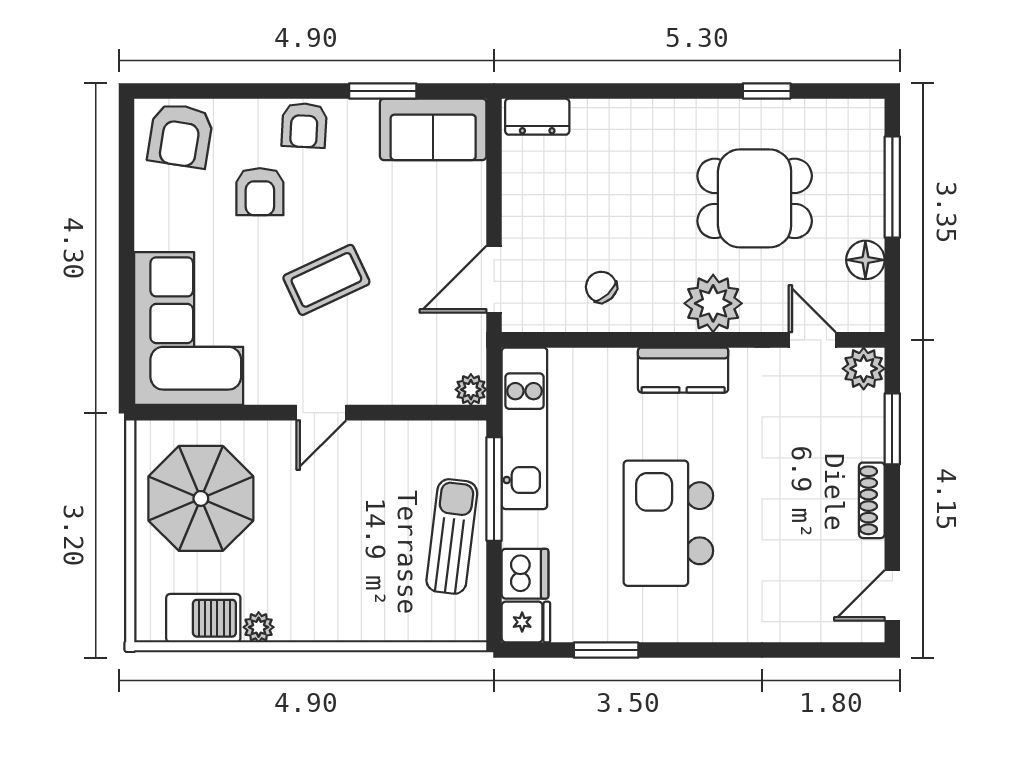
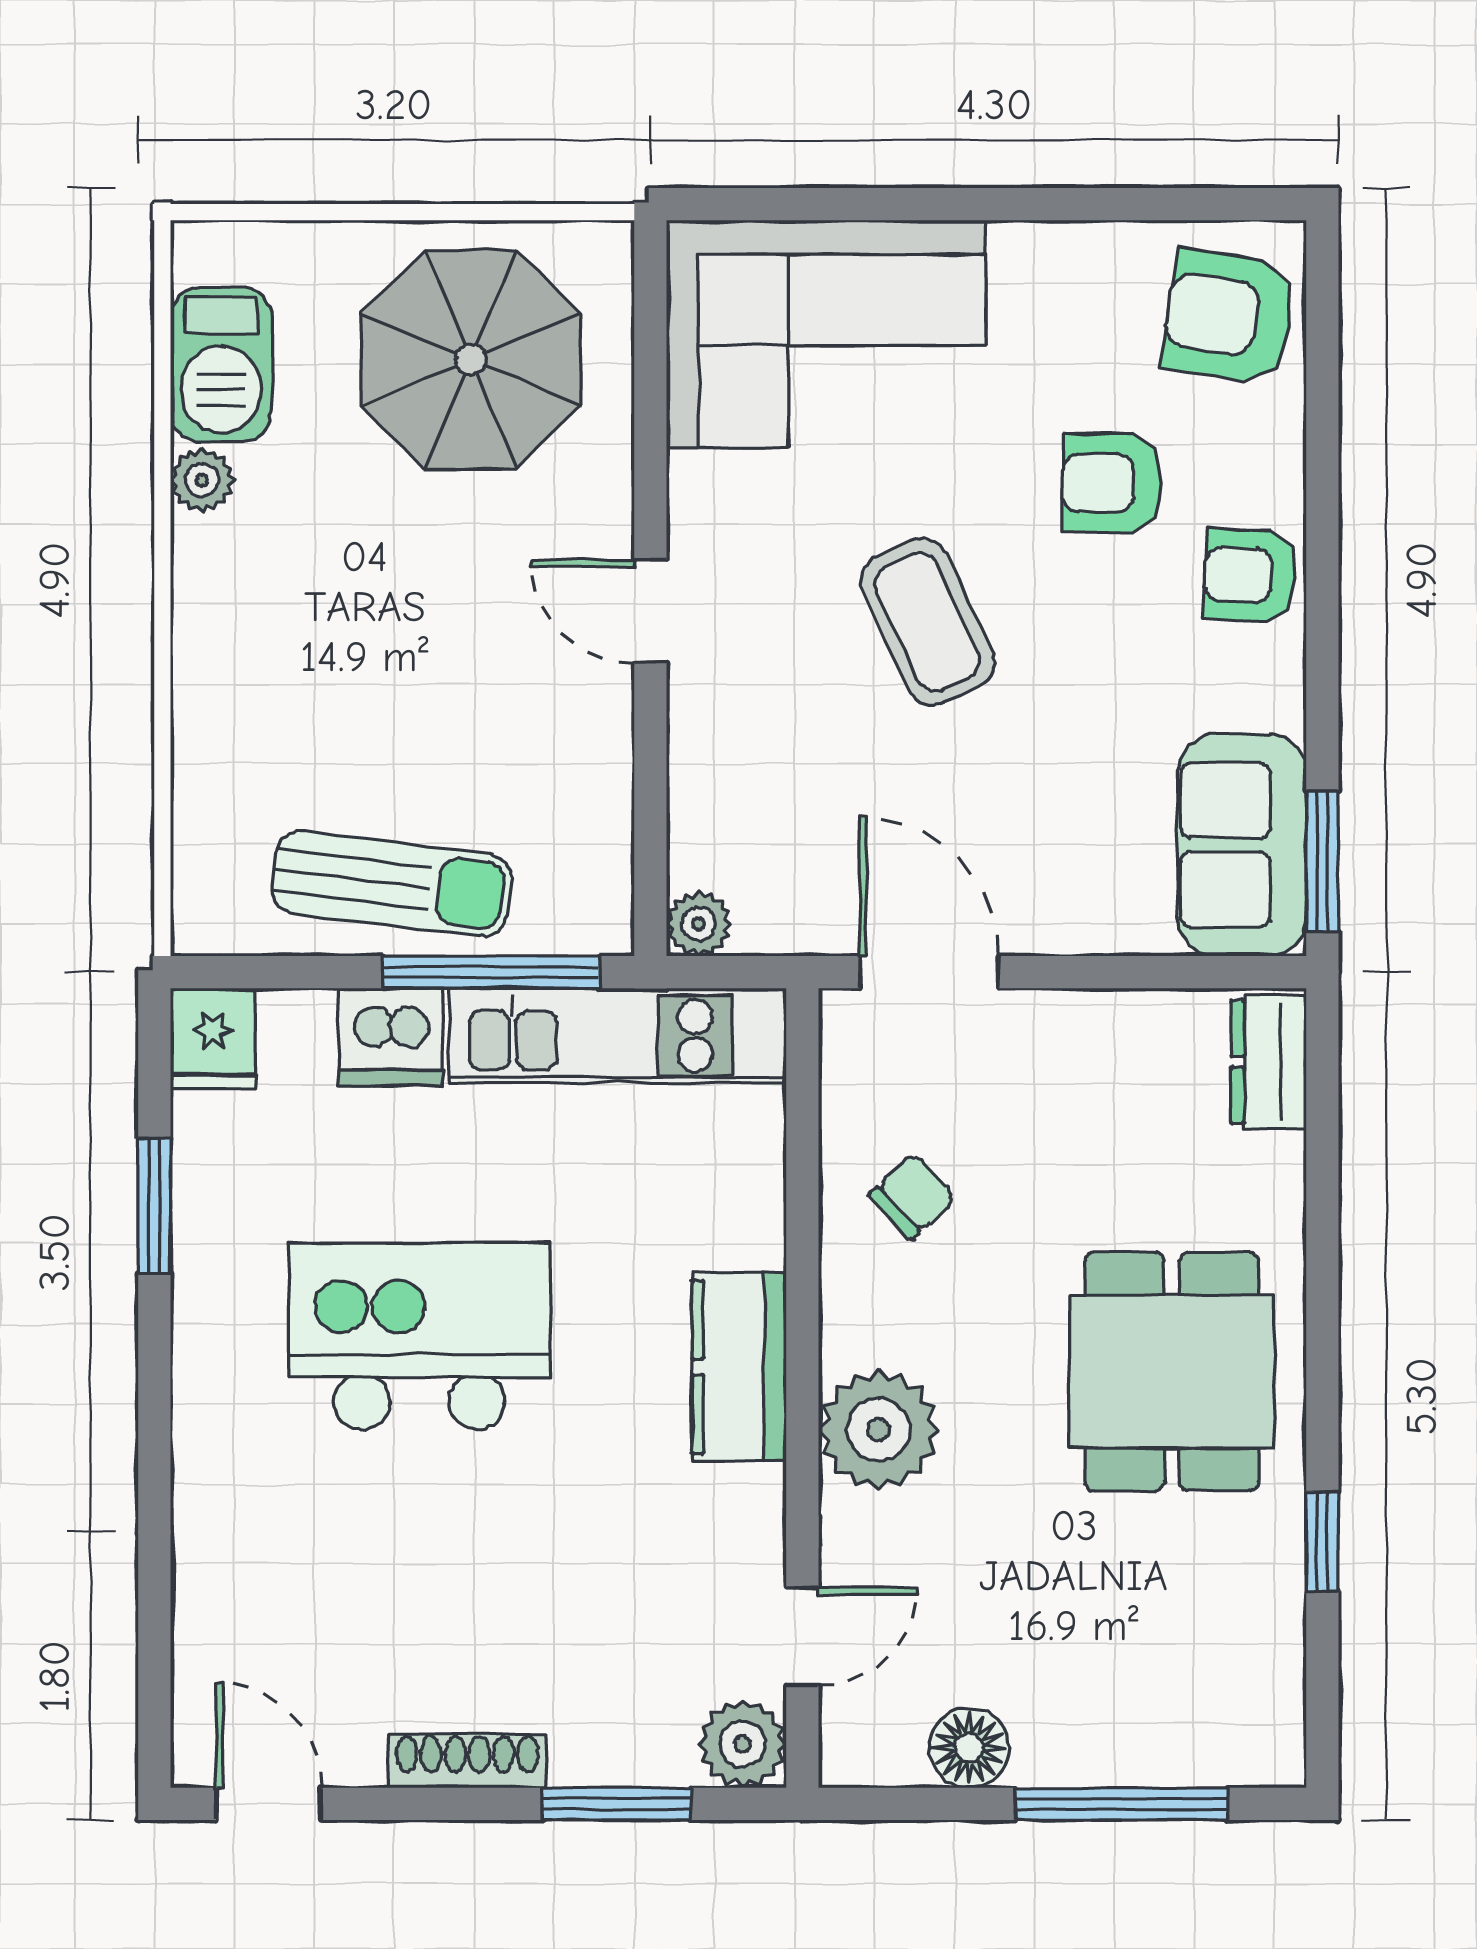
window: (383, 91) -> (1322, 861), moved
dining table: (755, 198) -> (1172, 1371), moved
dishwasher: (525, 574) -> (390, 1037), moved

